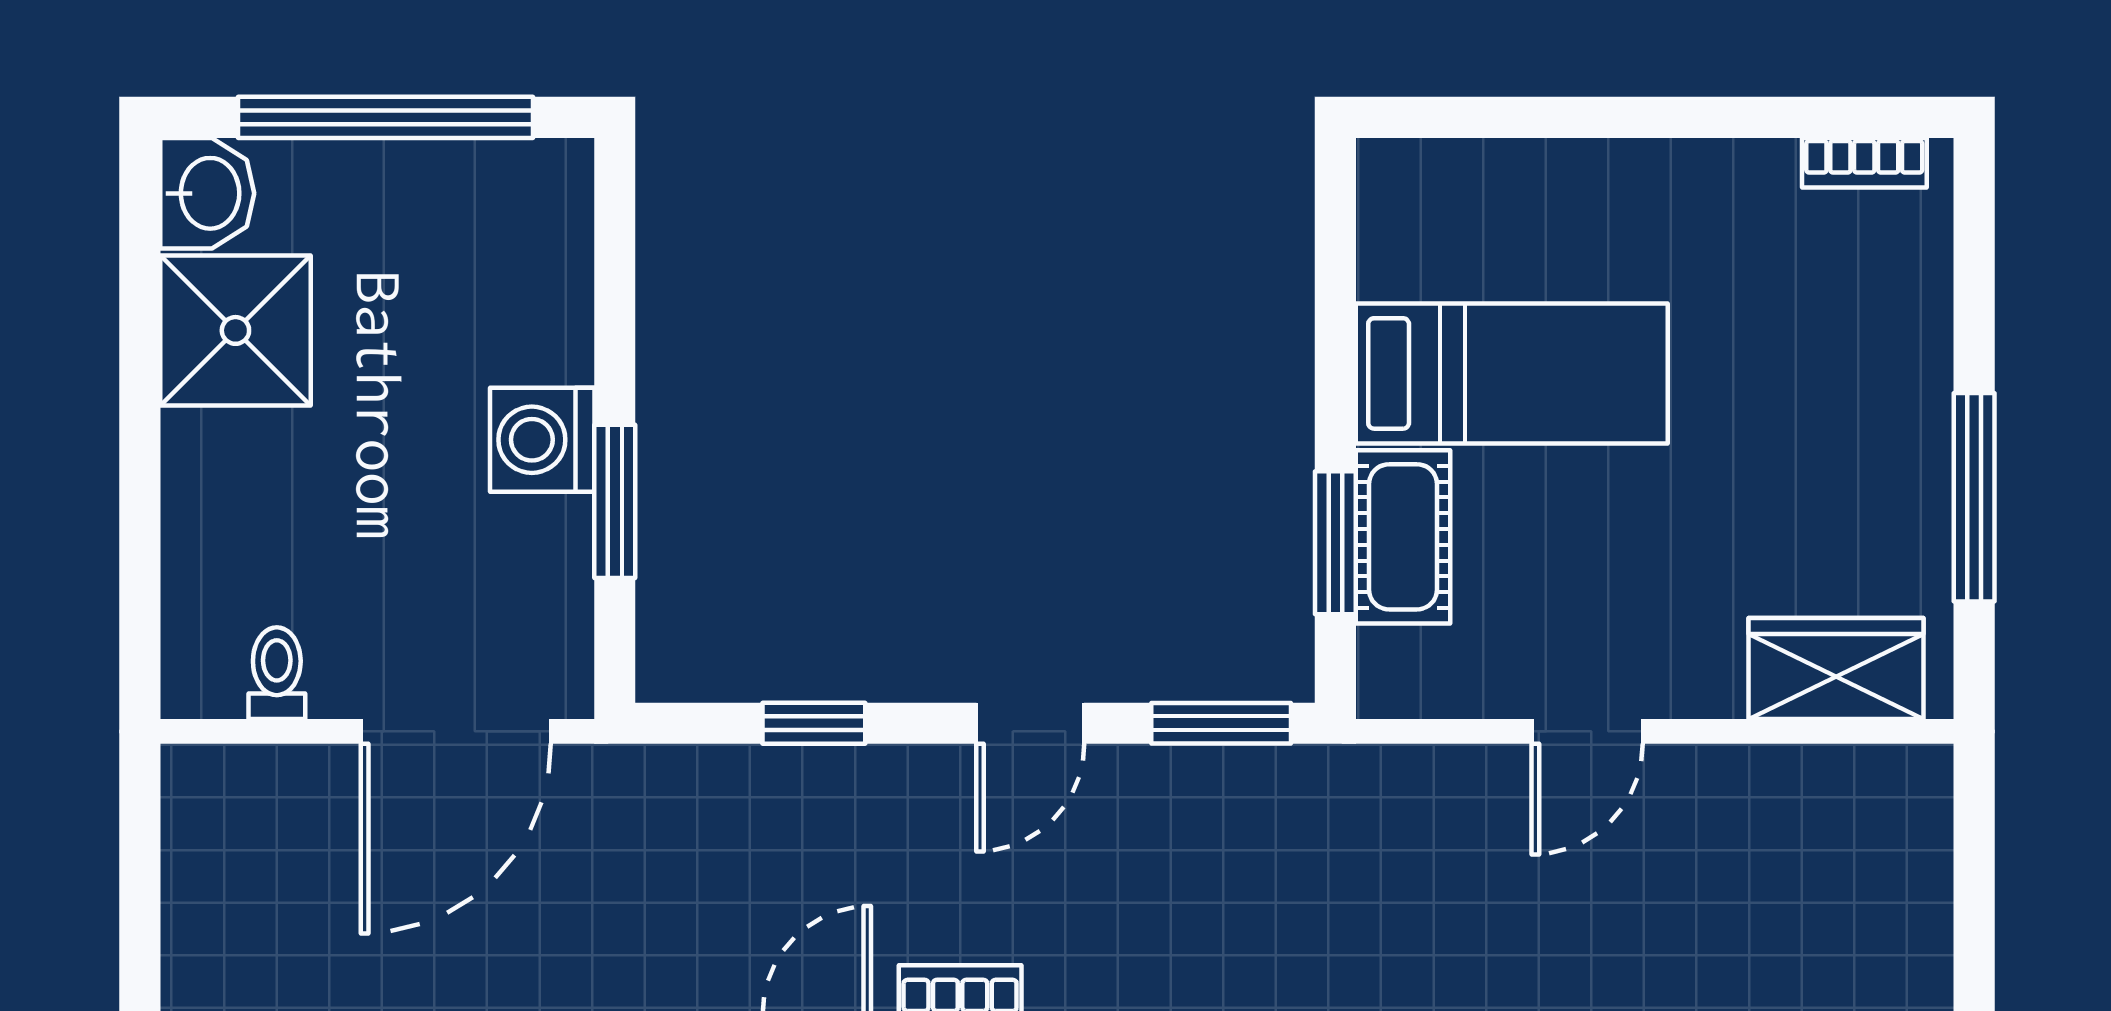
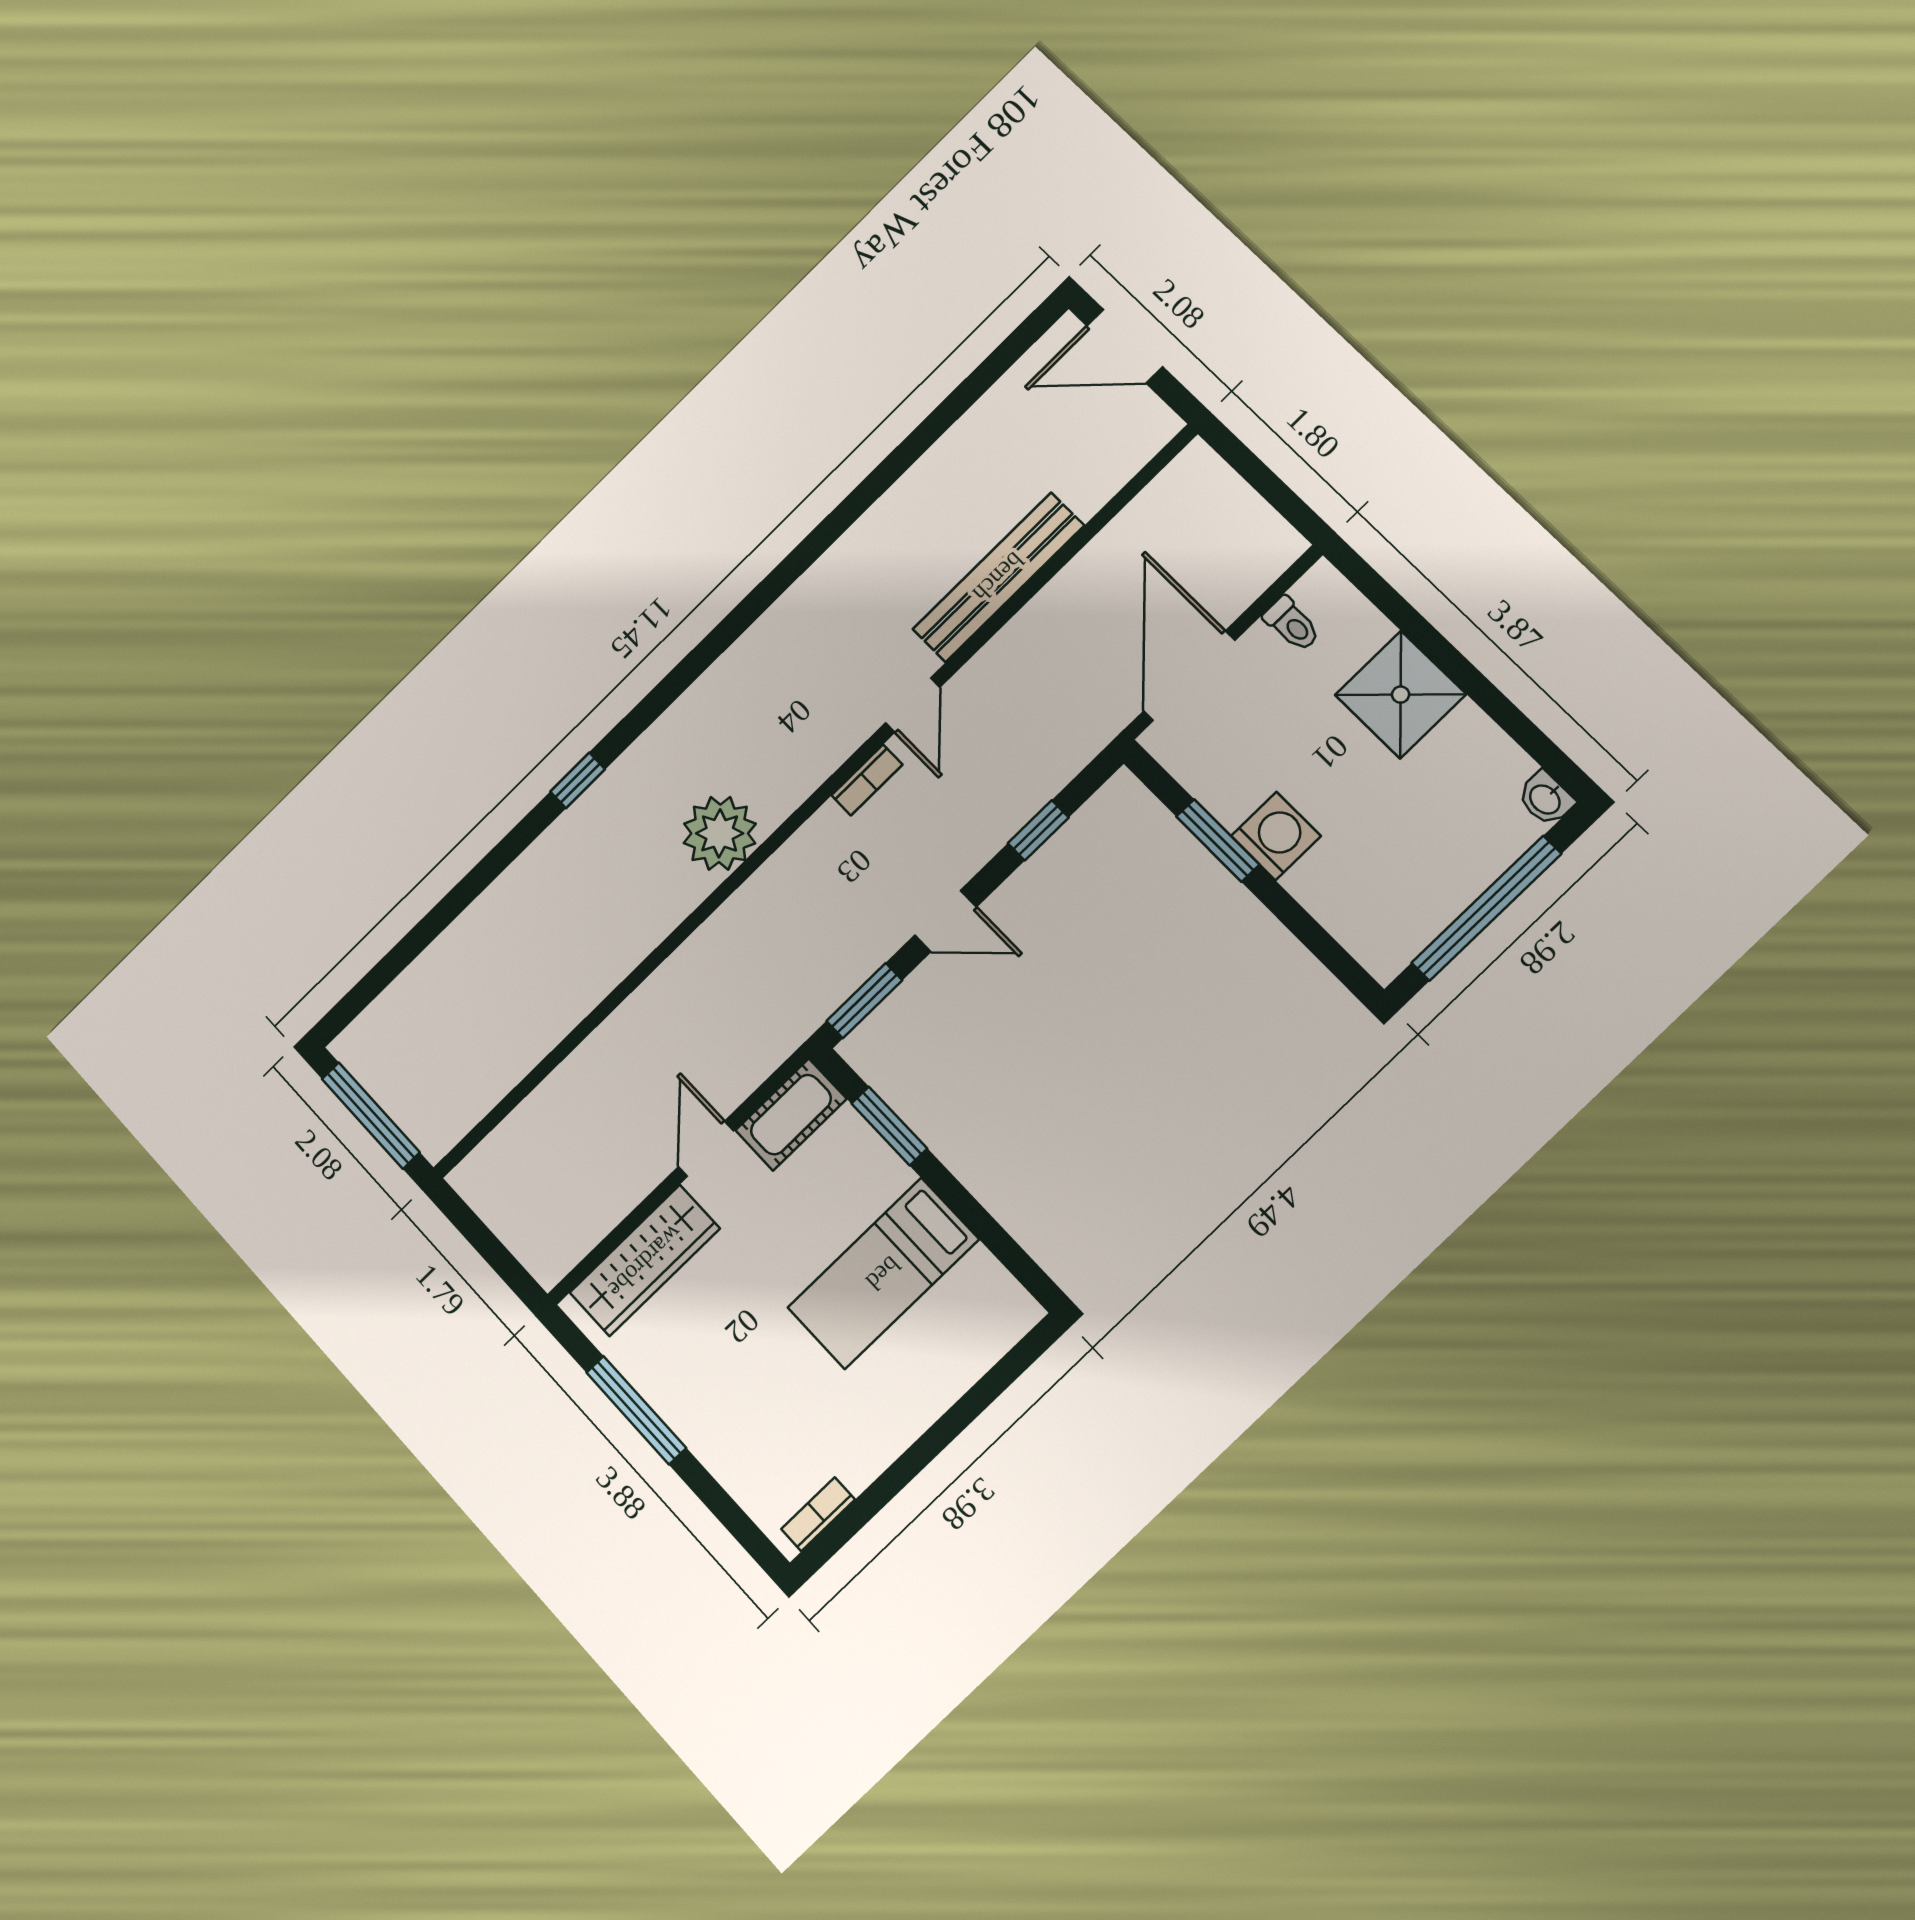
washbasin: (207, 193) -> (1546, 799), width x0.72, depth x0.69
shower: (235, 330) -> (1401, 695), moved
cot: (1403, 537) -> (791, 1115), moved, turned 90
wardrobe: (1836, 669) -> (645, 1261), width x1.50
door: (1030, 723) -> (946, 921), swing flipped

